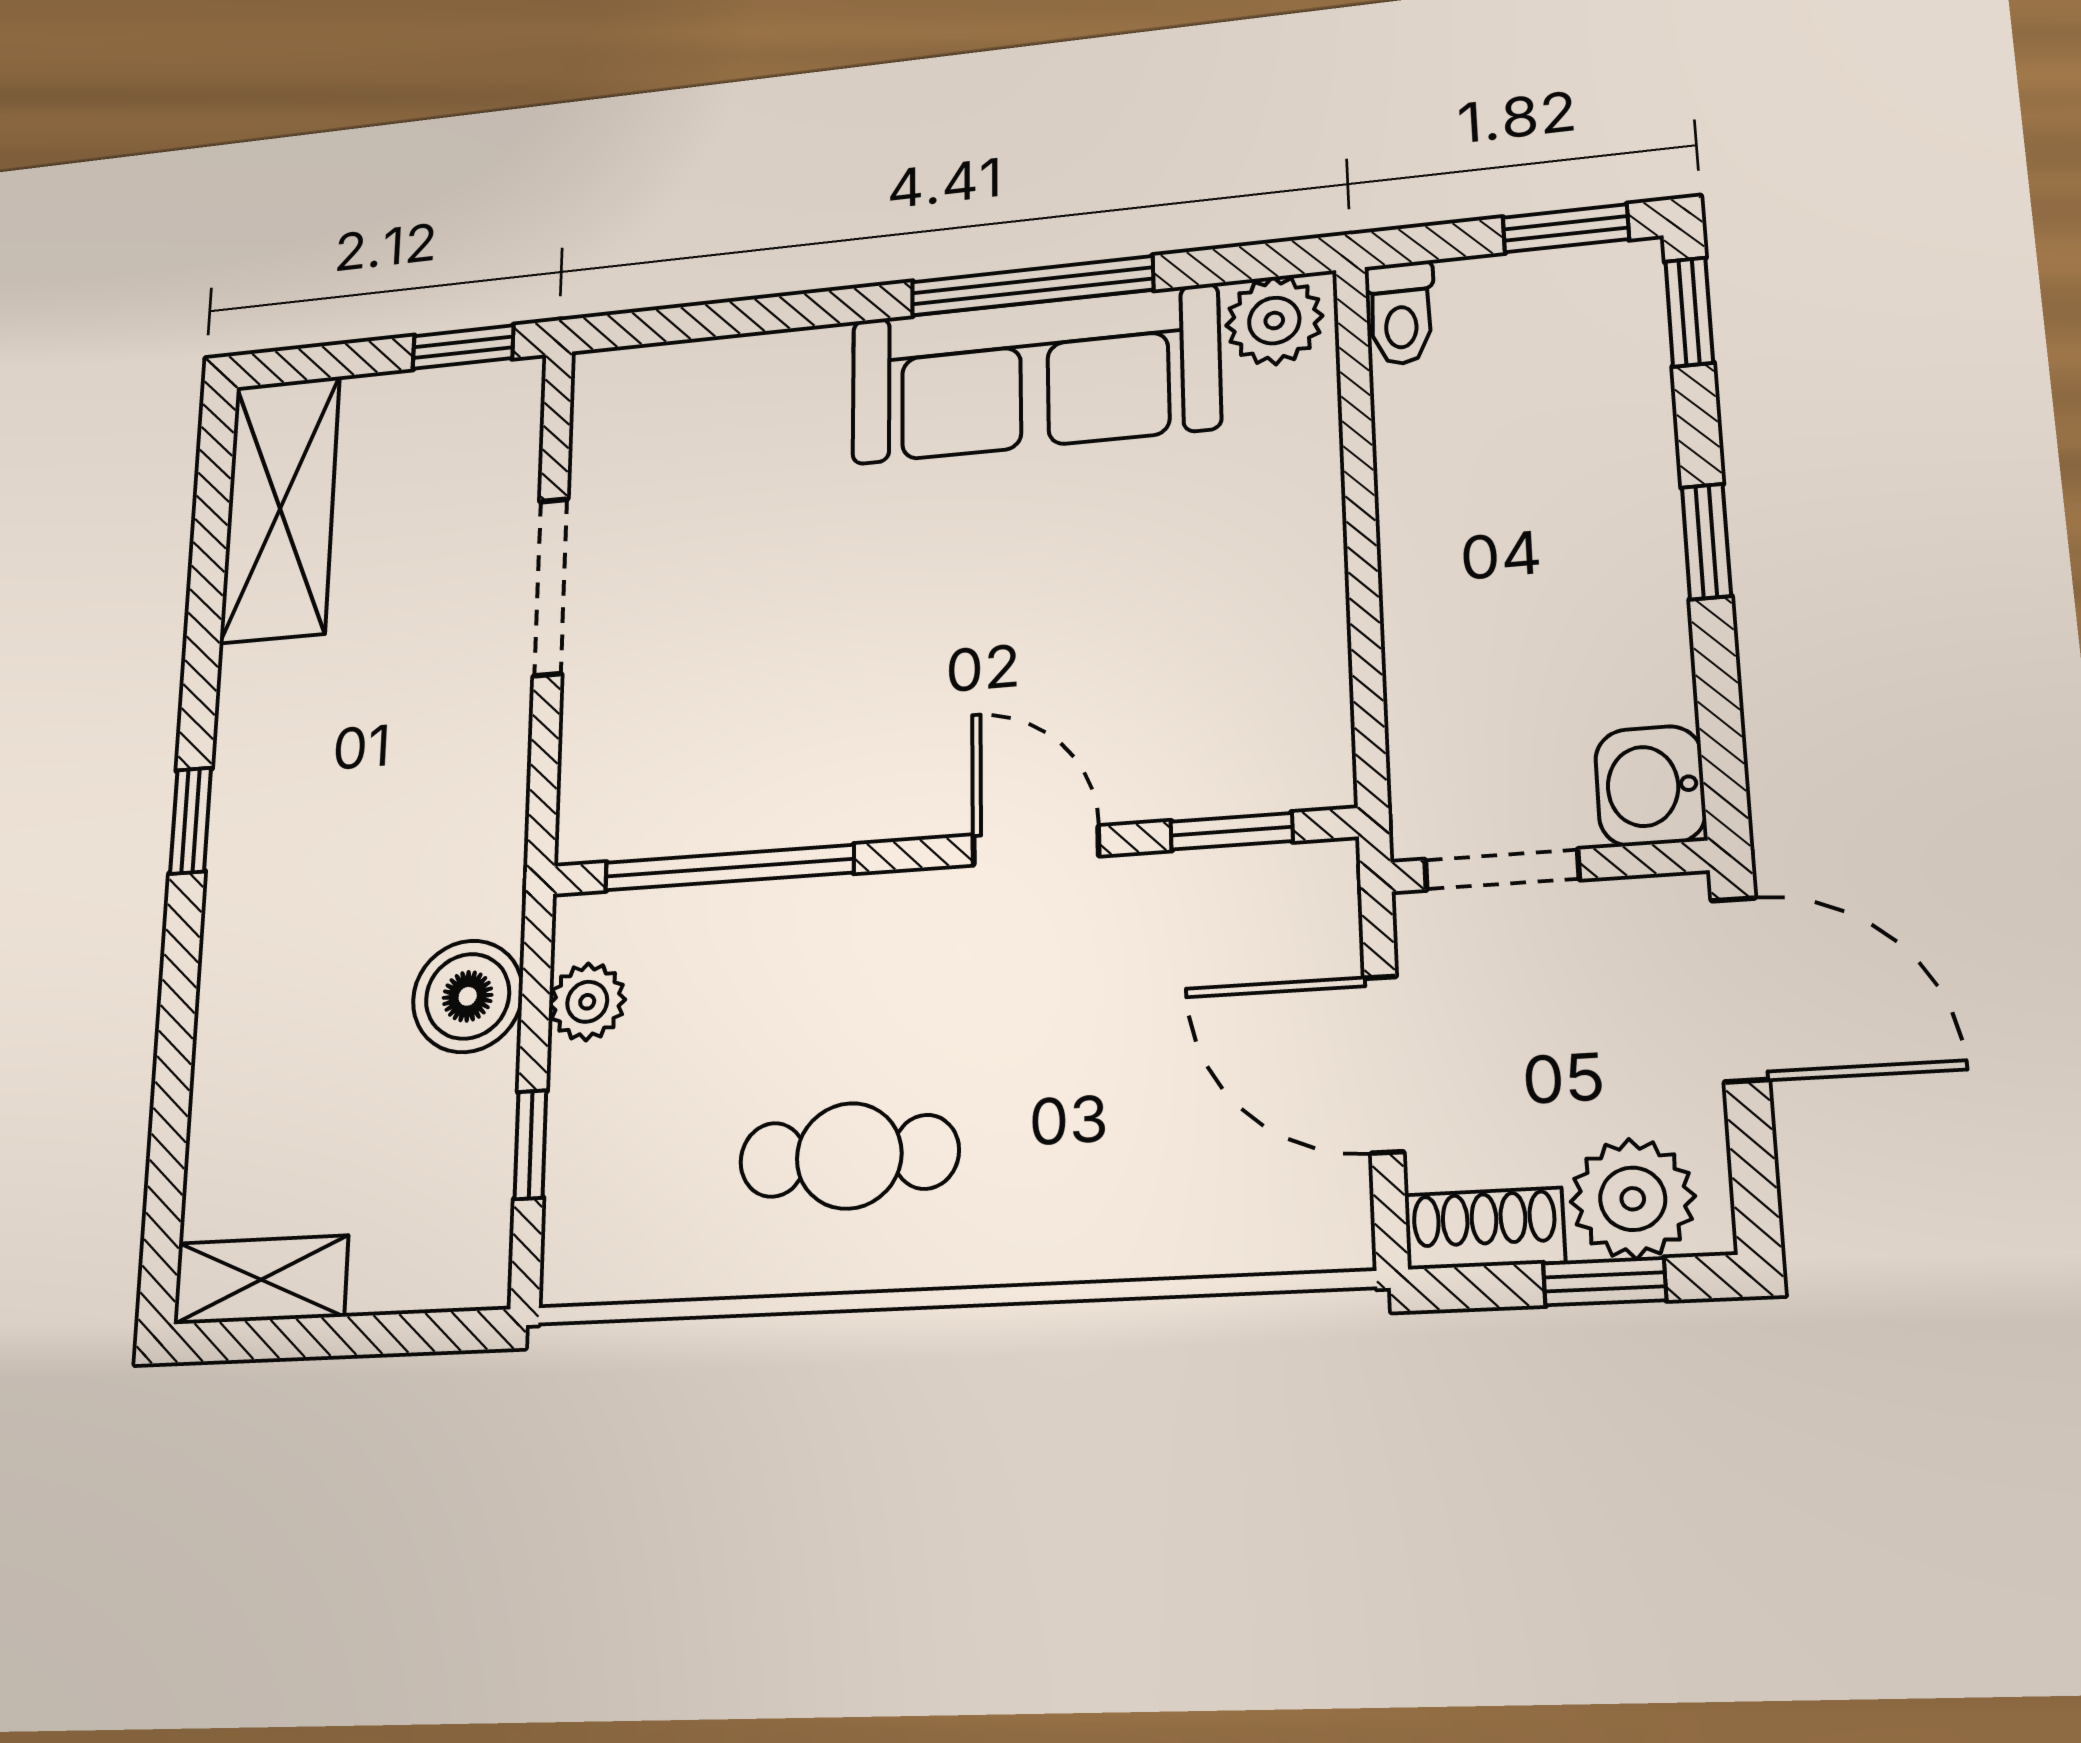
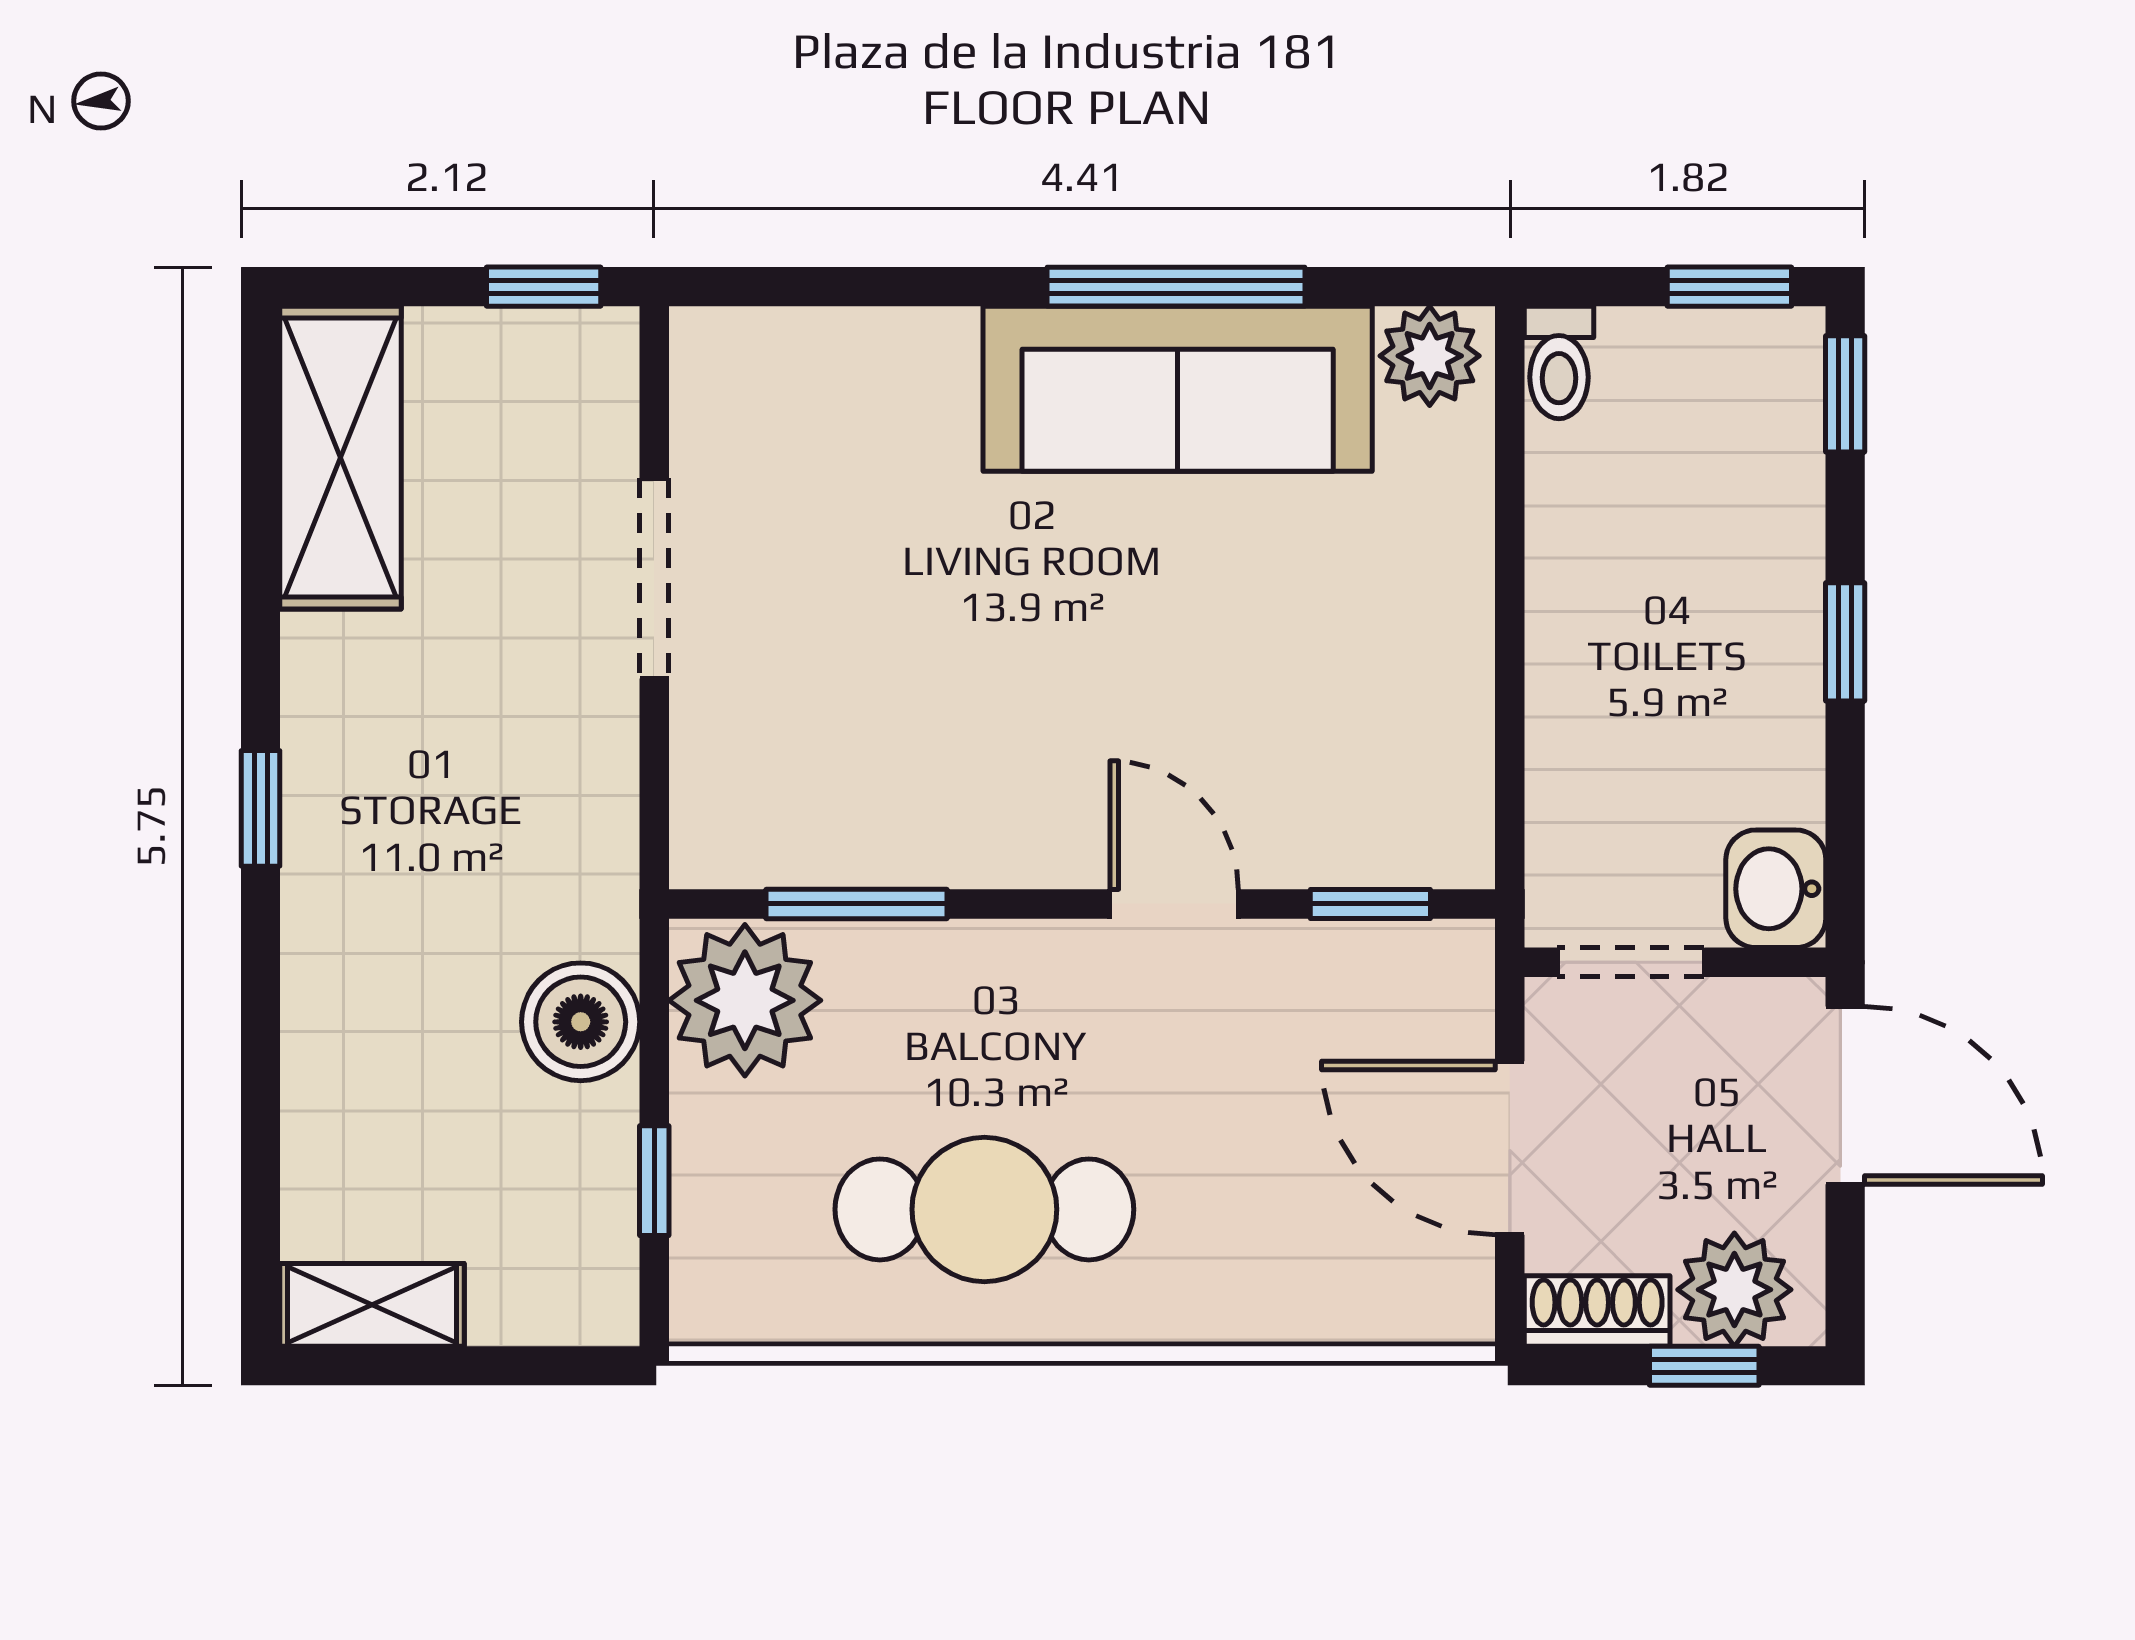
window: (729, 868) -> (856, 904), width x0.69
plant: (587, 1002) -> (745, 1000), width x1.87, depth x1.87
cafe table: (849, 1156) -> (984, 1209), width x1.37, depth x1.35

